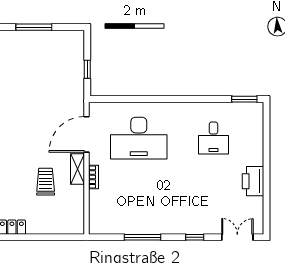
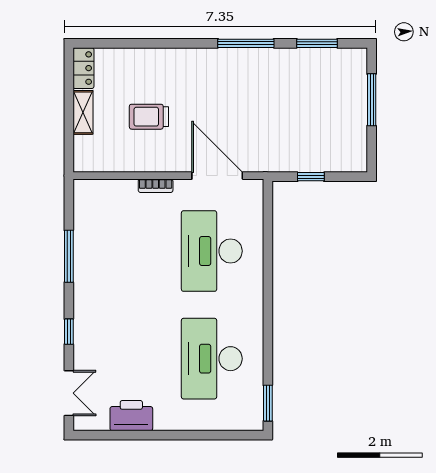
desk: (213, 138) -> (212, 359), width x1.87, depth x1.30
shelving: (77, 169) -> (83, 112), moved, turned 90
printer: (253, 181) -> (131, 416), moved
trolley: (46, 182) -> (149, 117), turned 180

